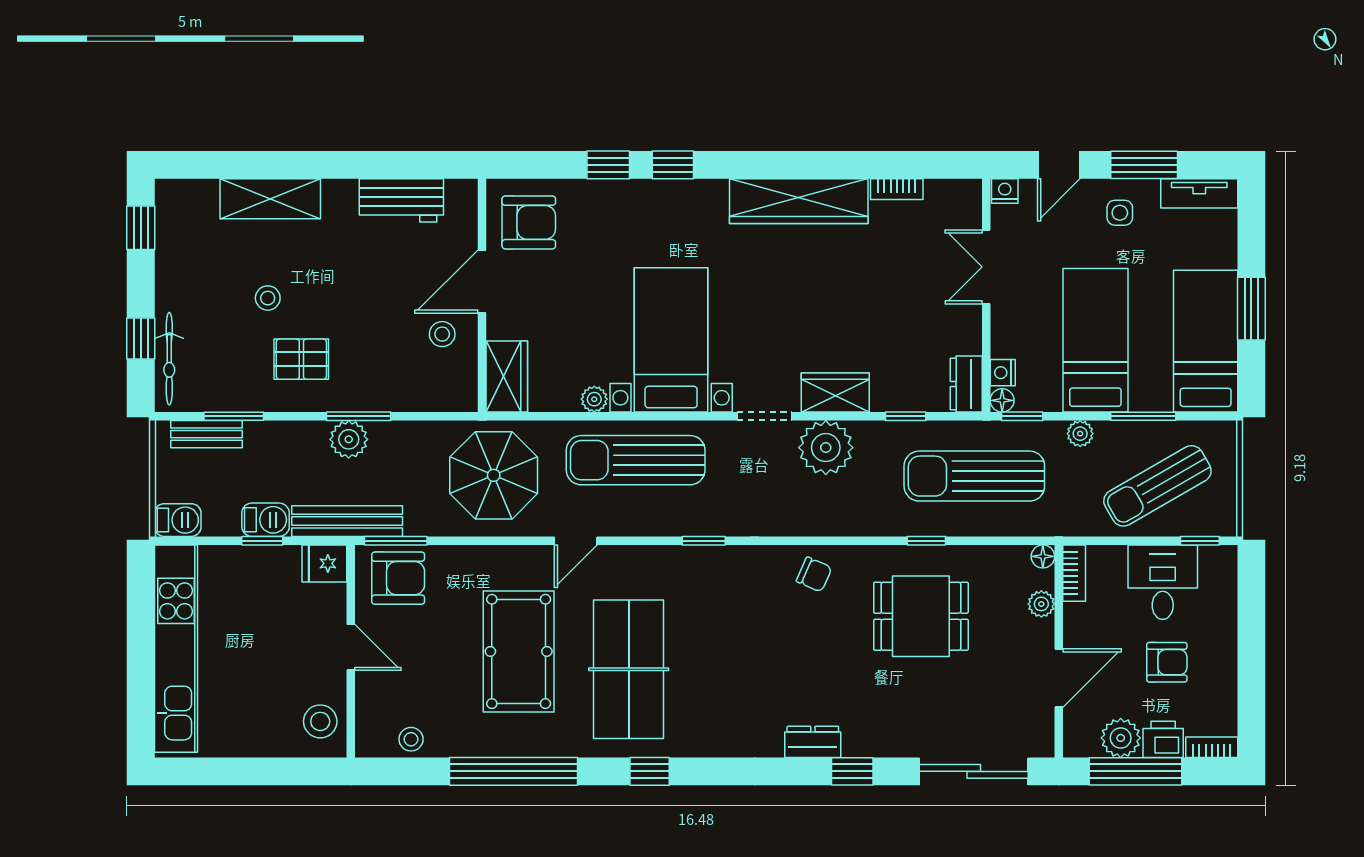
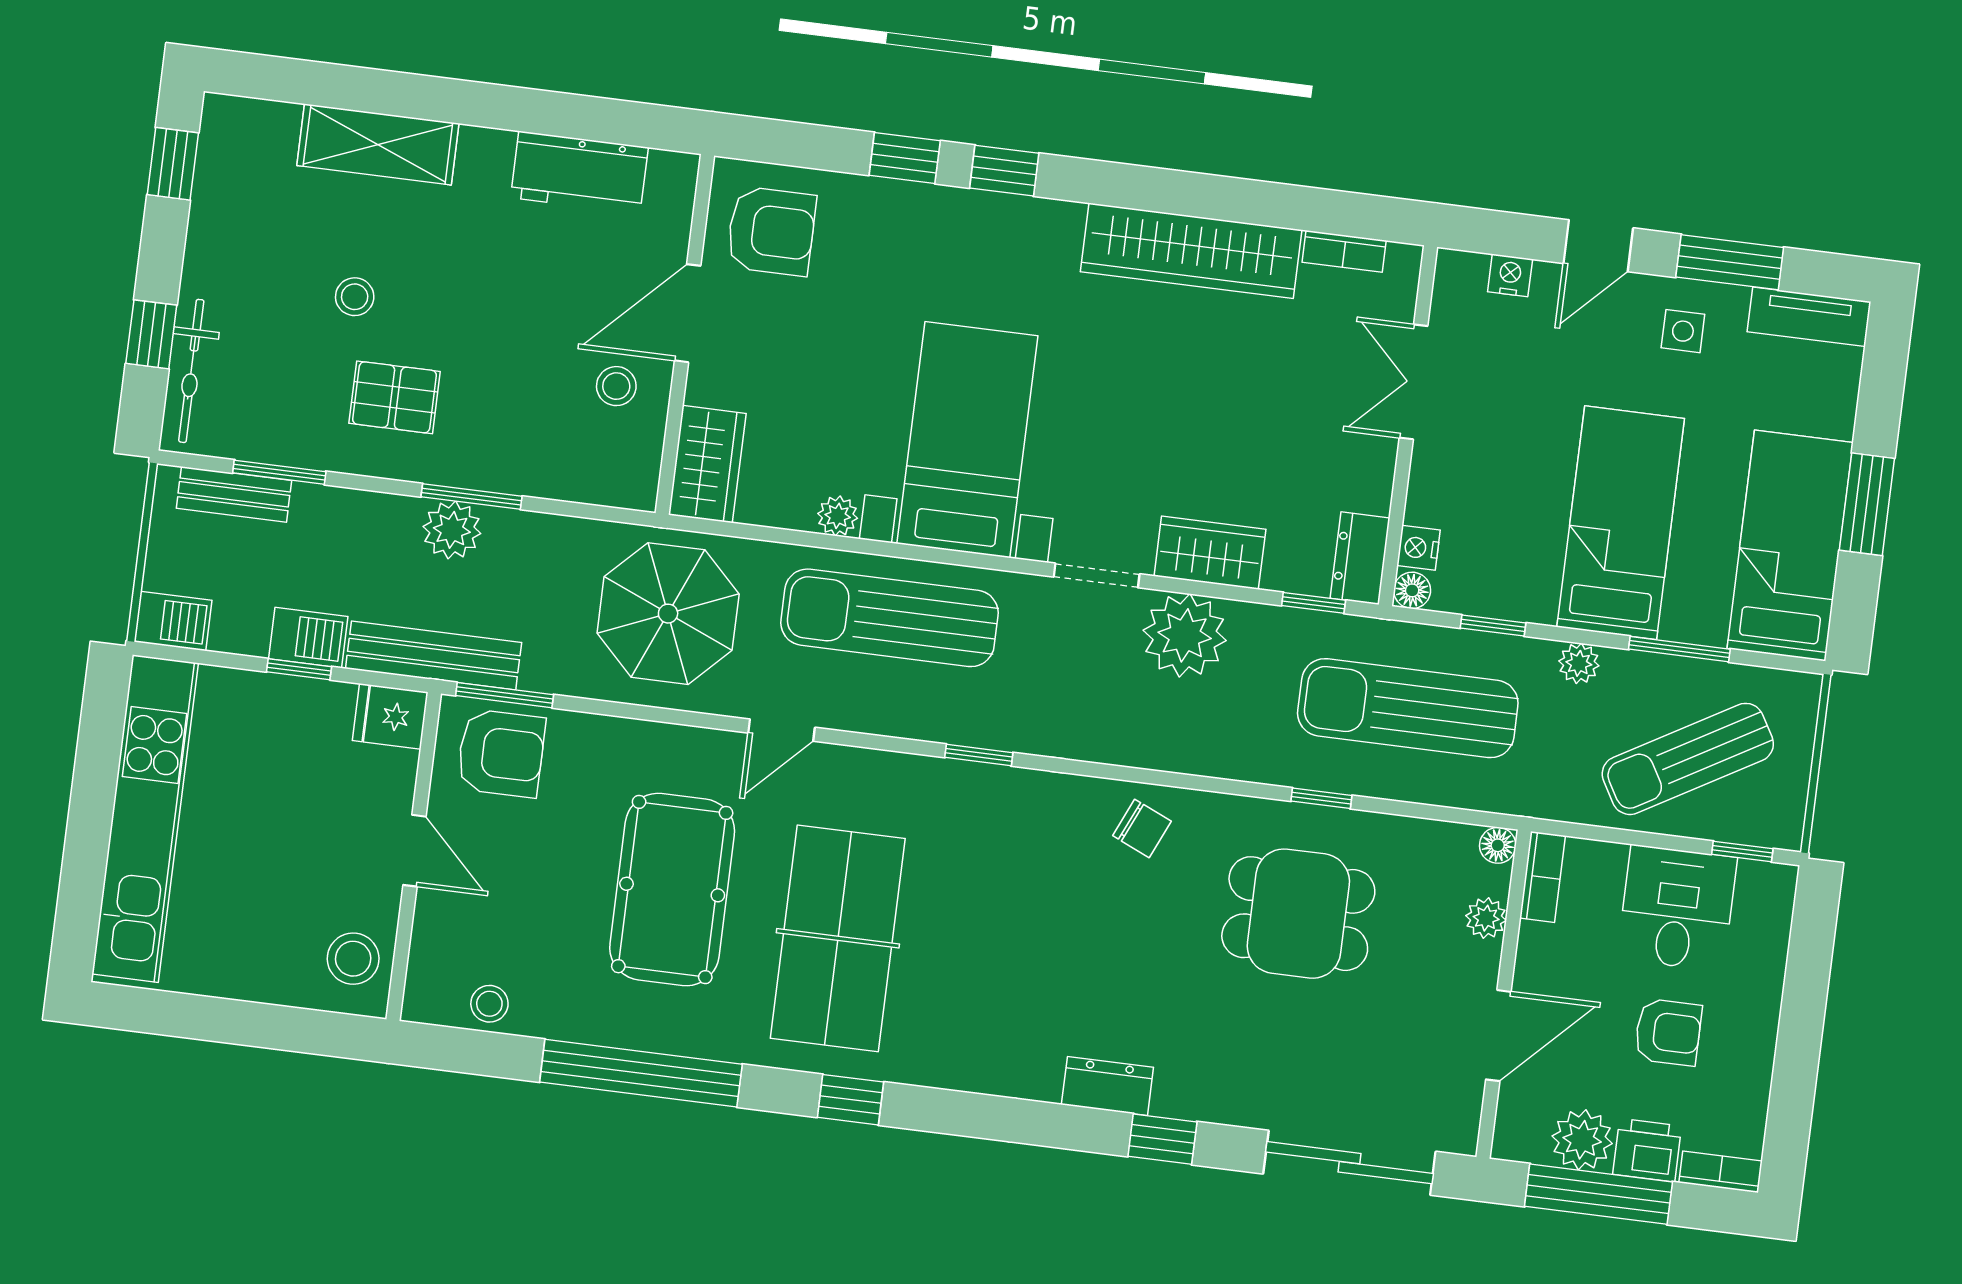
double door: (986, 267) -> (1414, 382), moved
wall: (986, 295) -> (1408, 426), moved
nightstand: (1003, 373) -> (1418, 548), moved
dresser: (966, 384) -> (1360, 558), moved
floor lamp: (1002, 400) -> (1412, 590), moved

